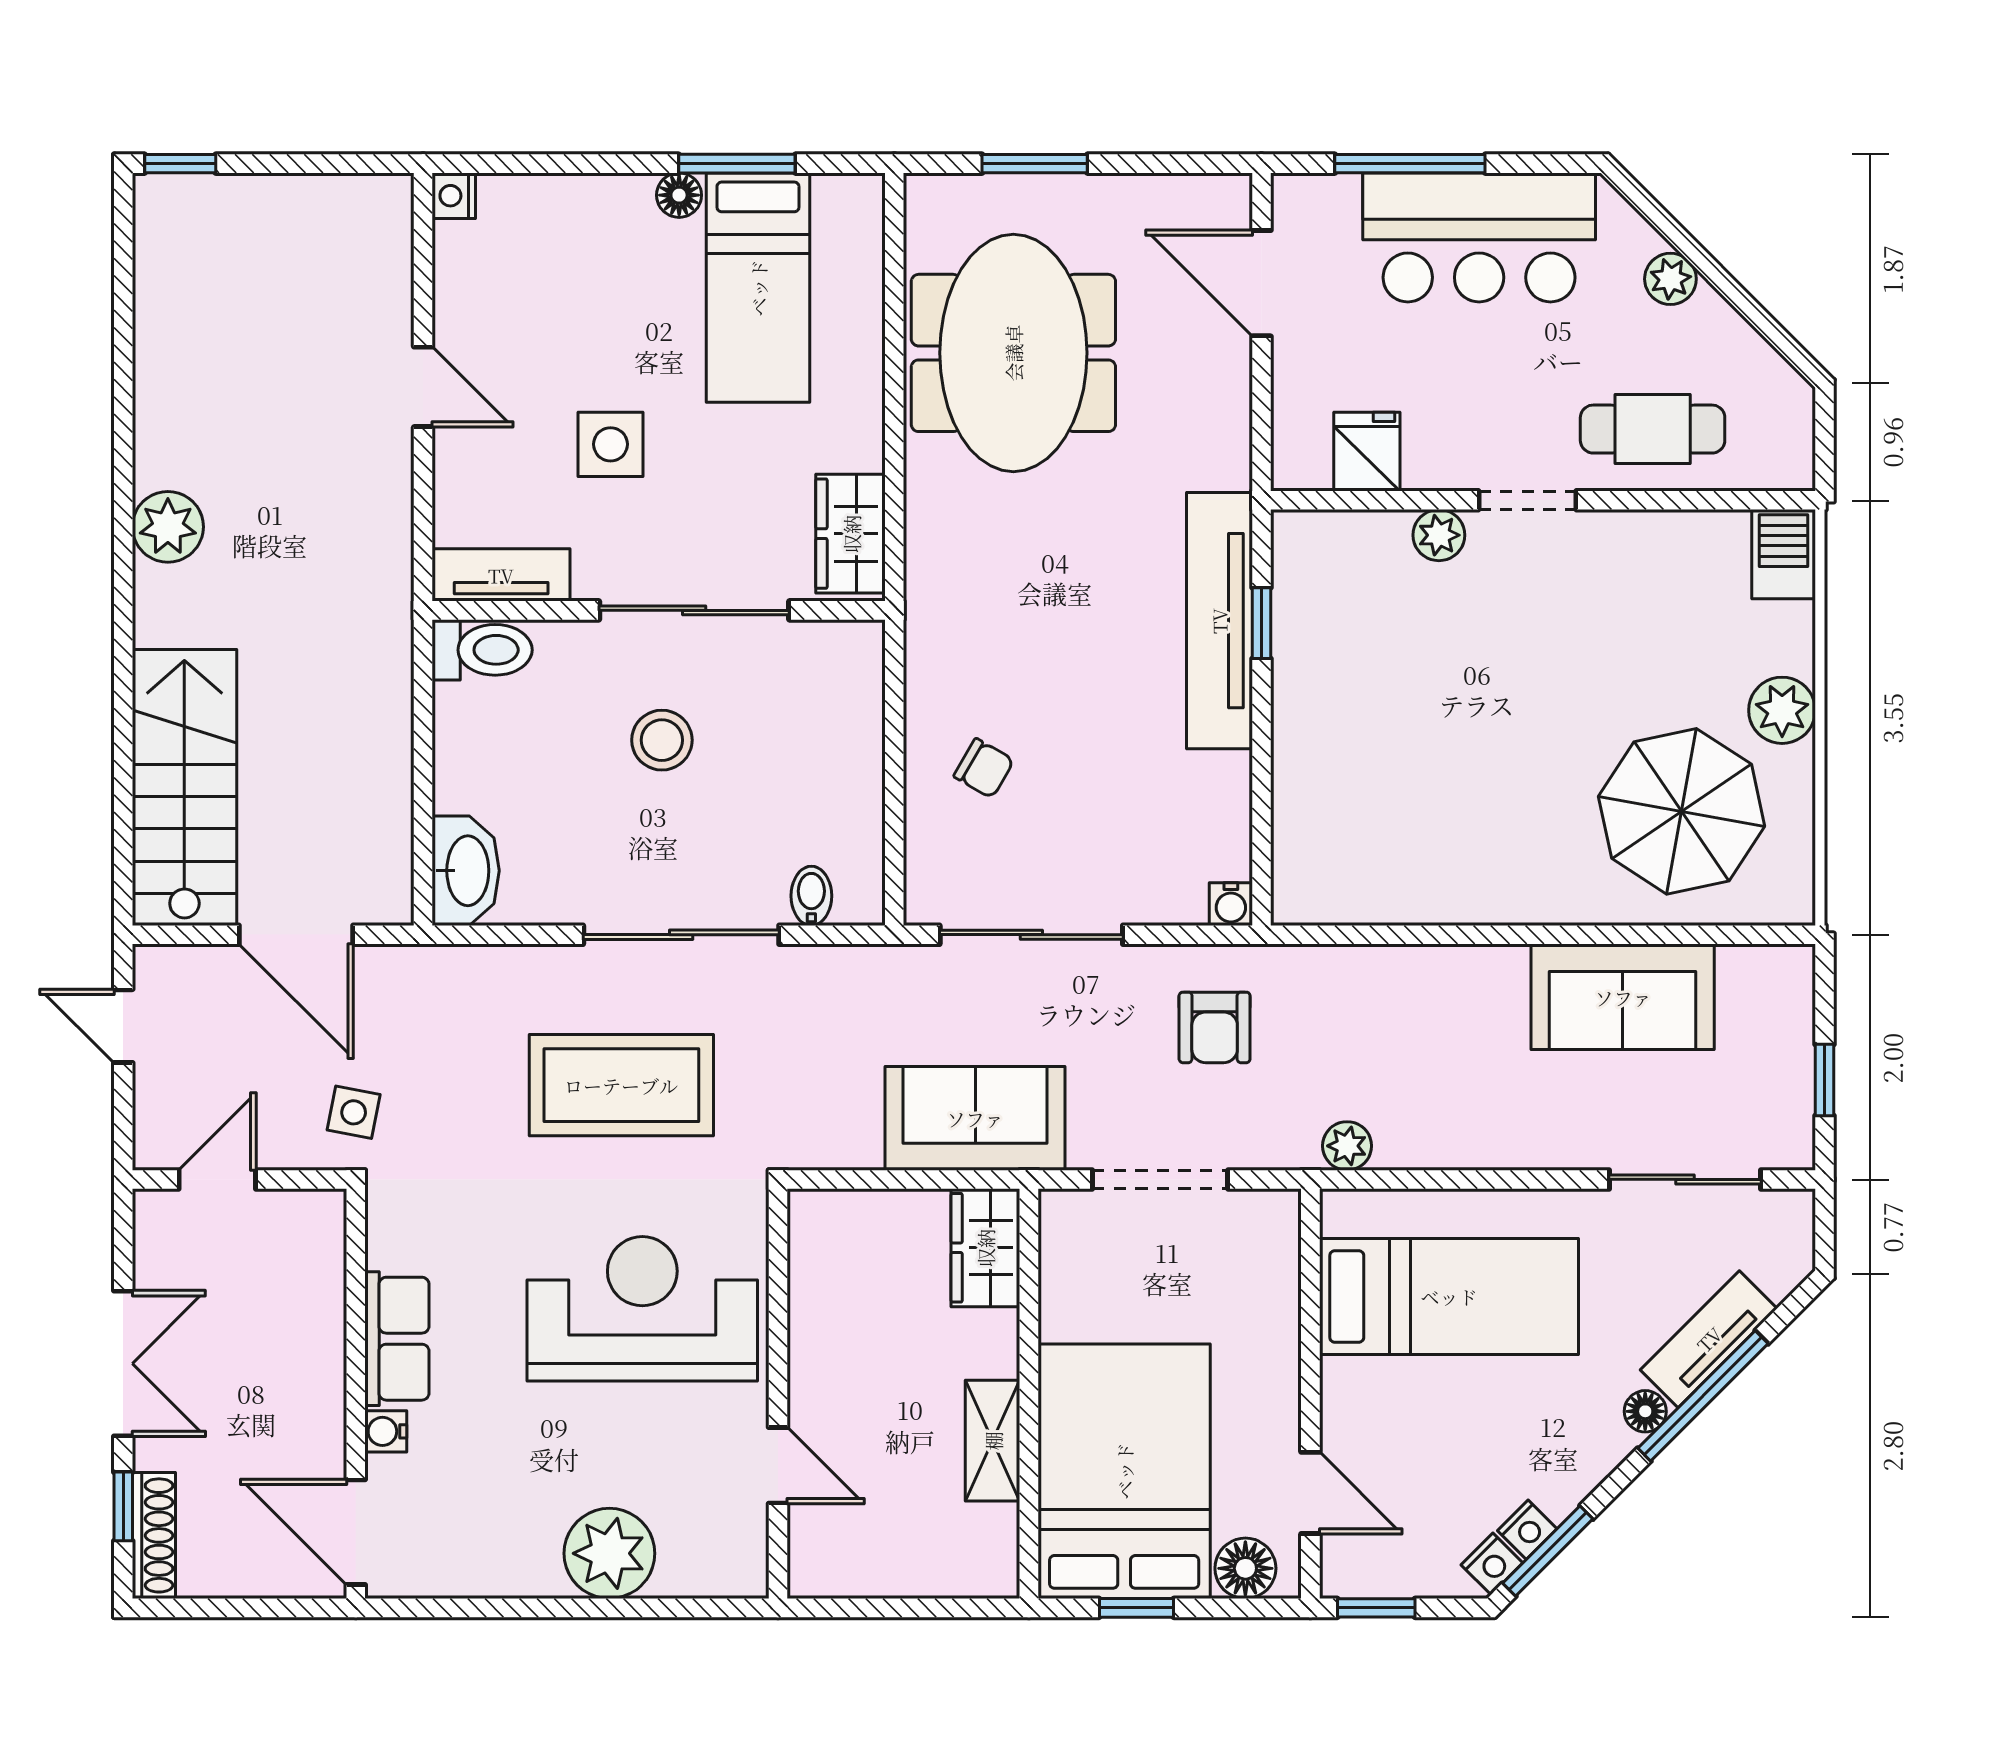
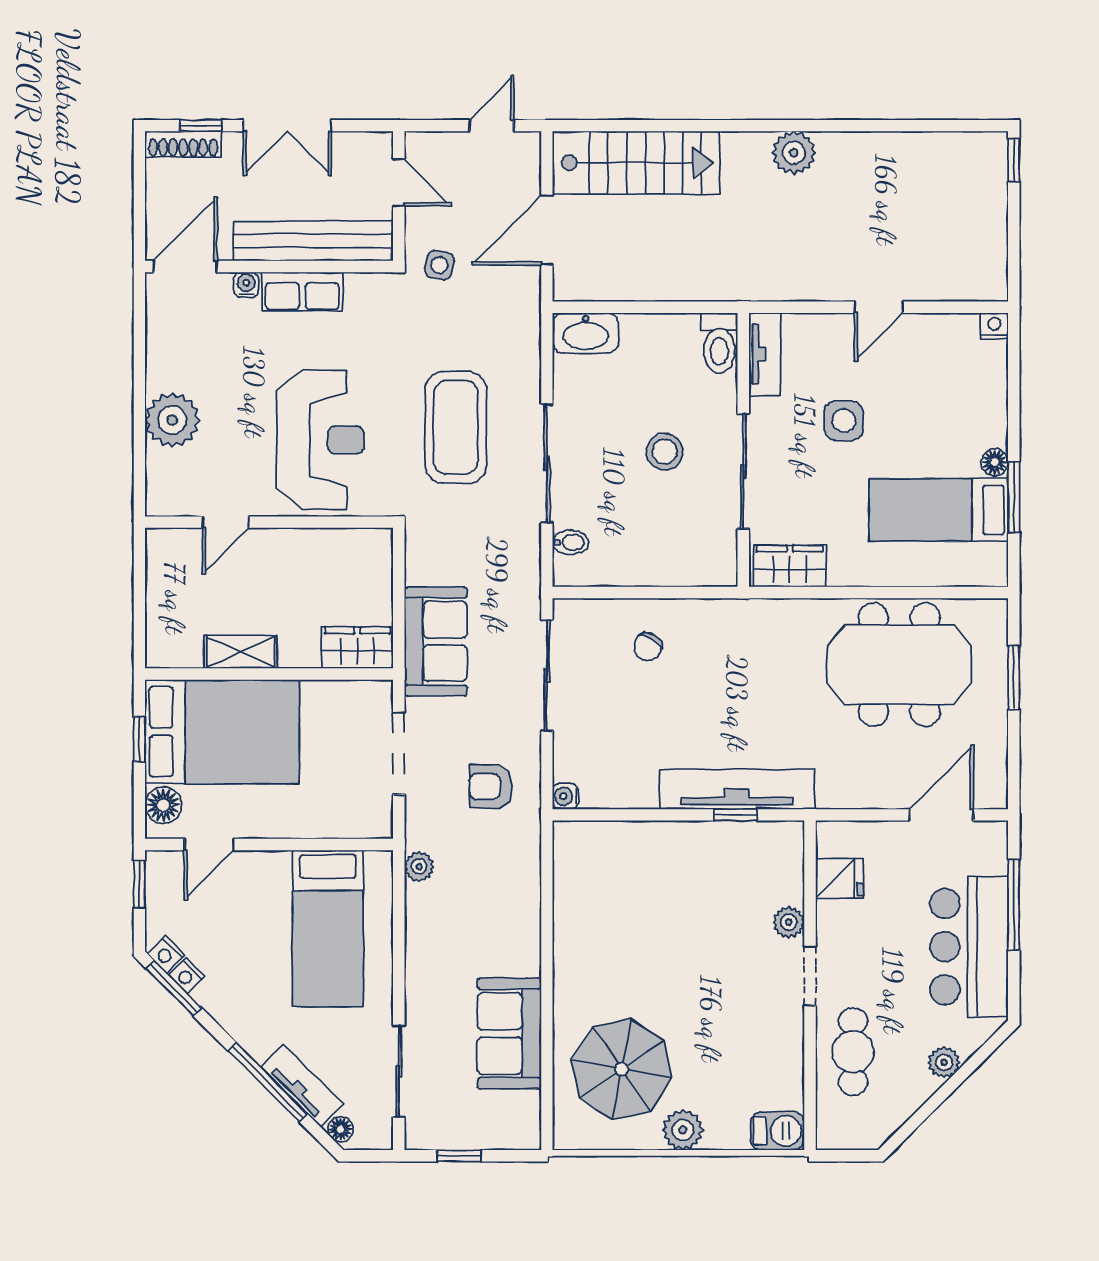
bench: (314, 1321) -> (313, 241), added
floor lamp: (1645, 1411) -> (340, 1129), moved

